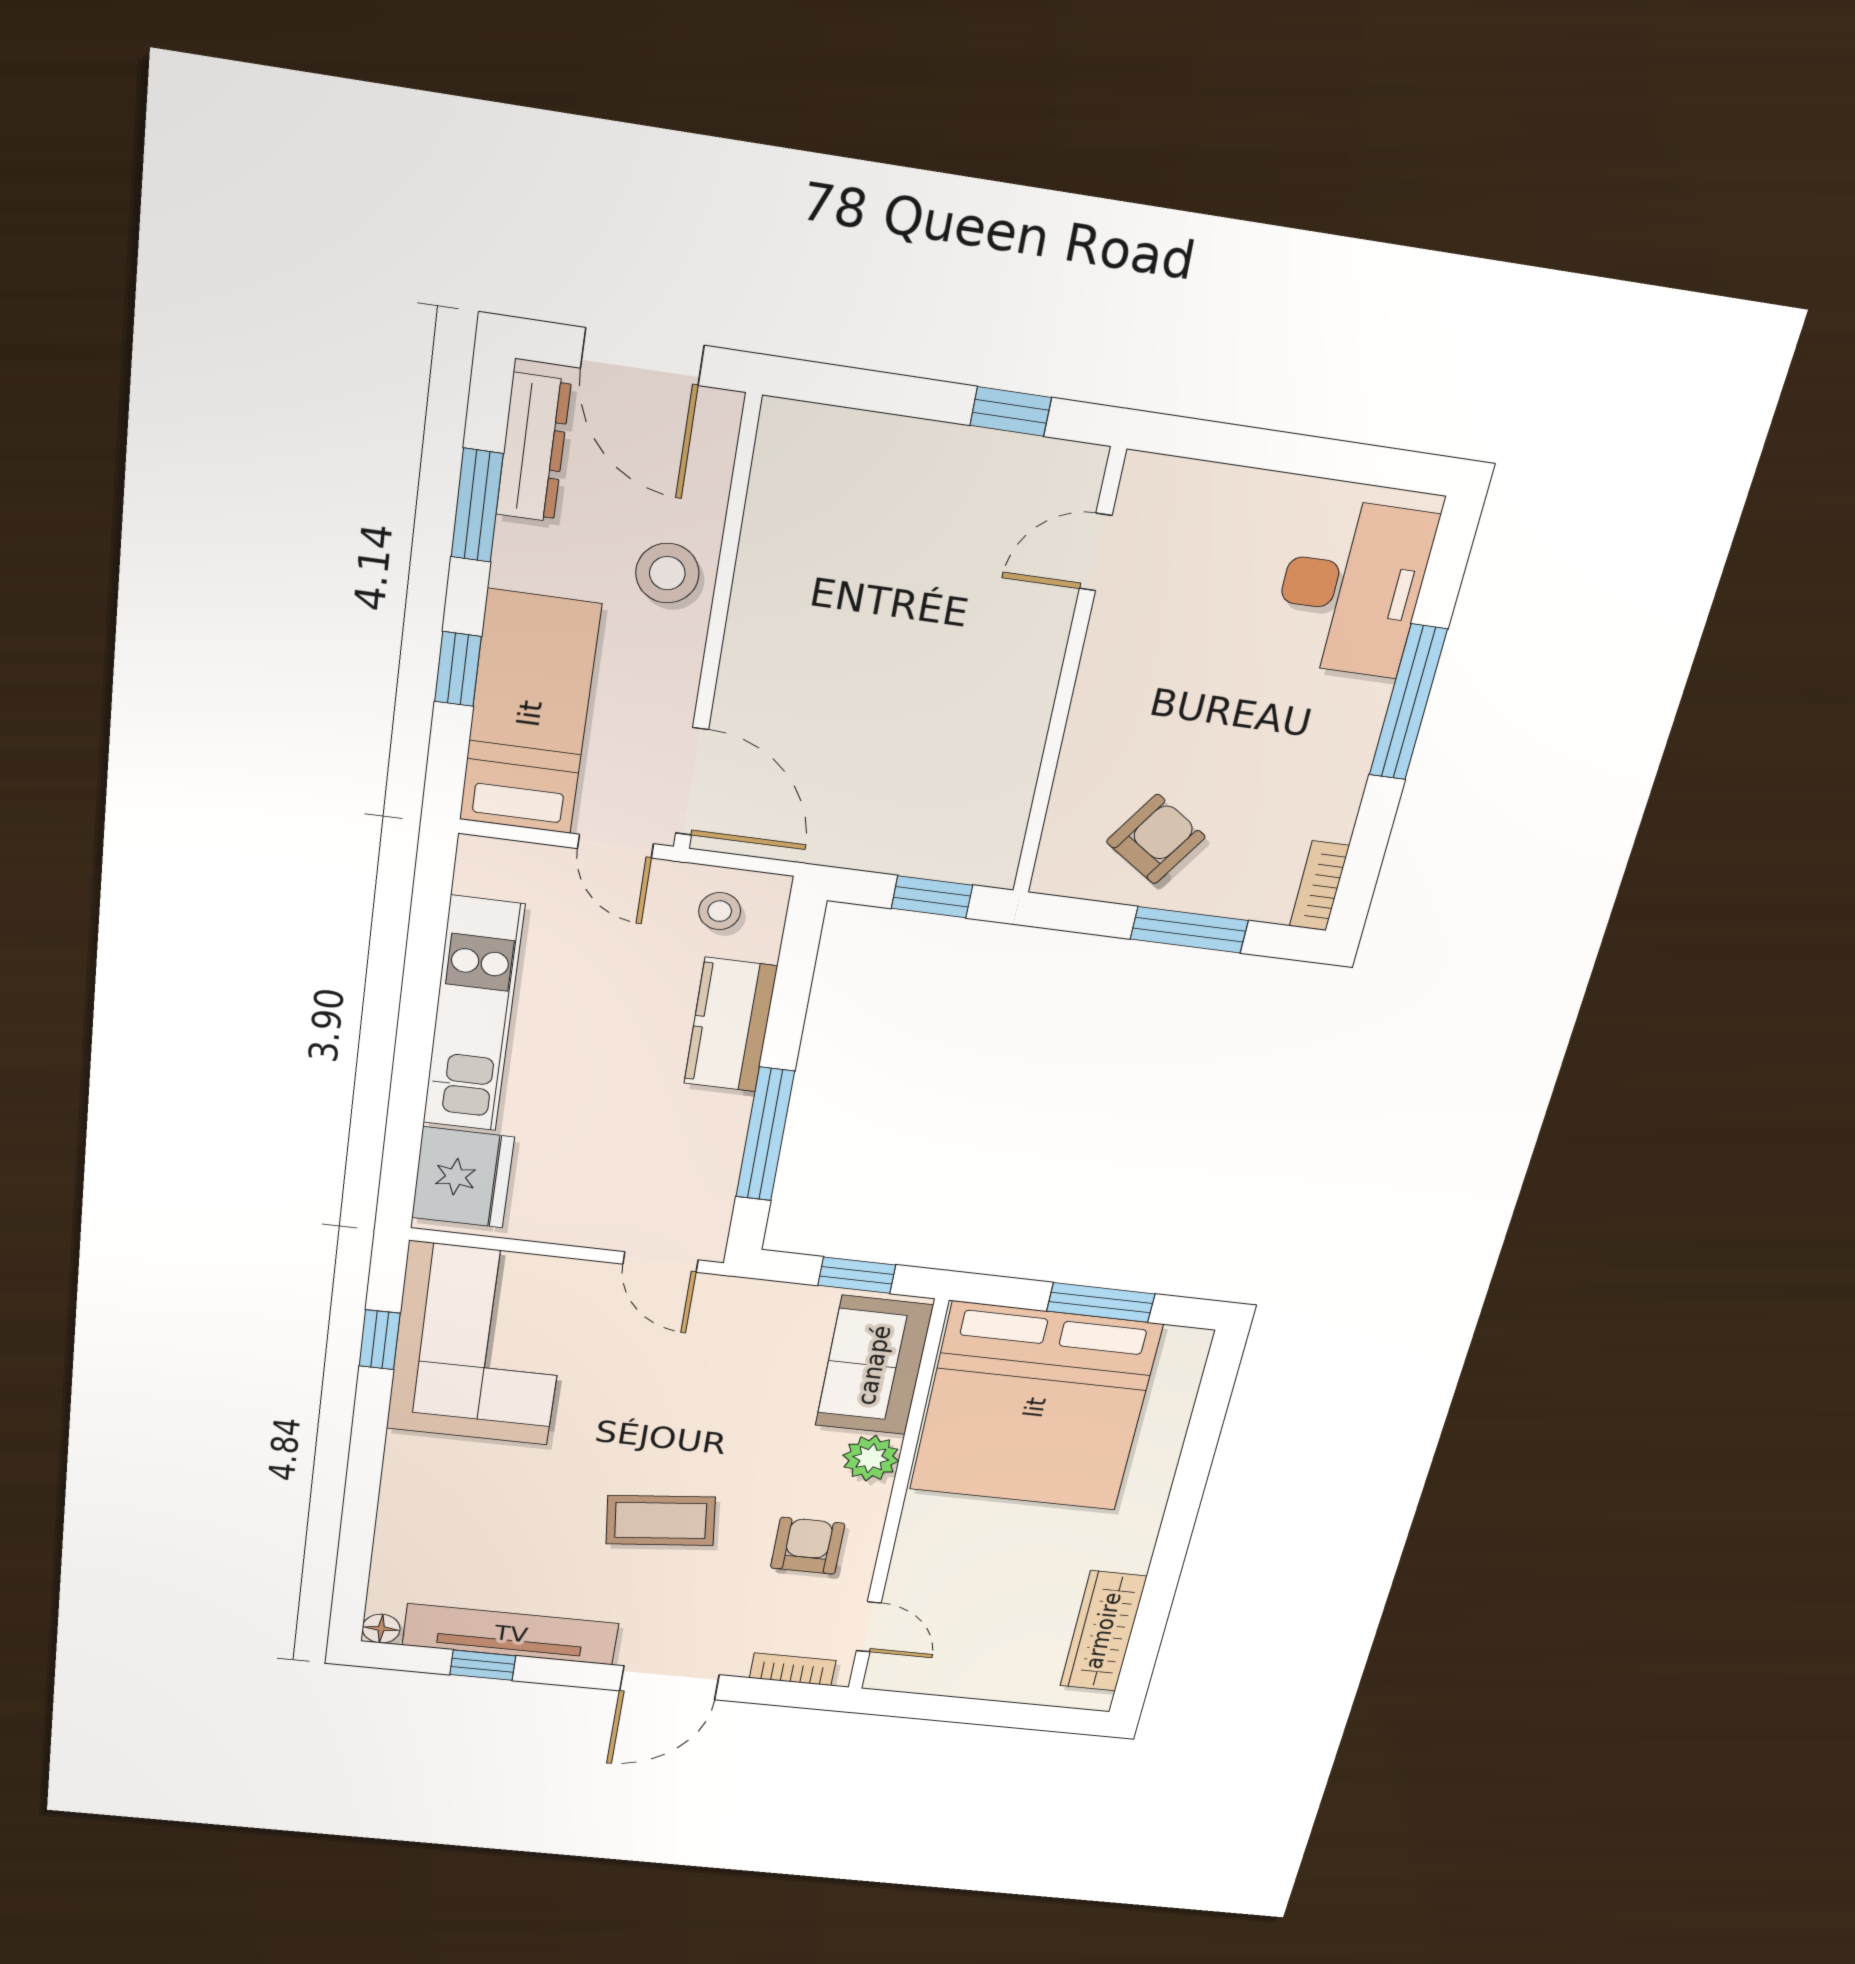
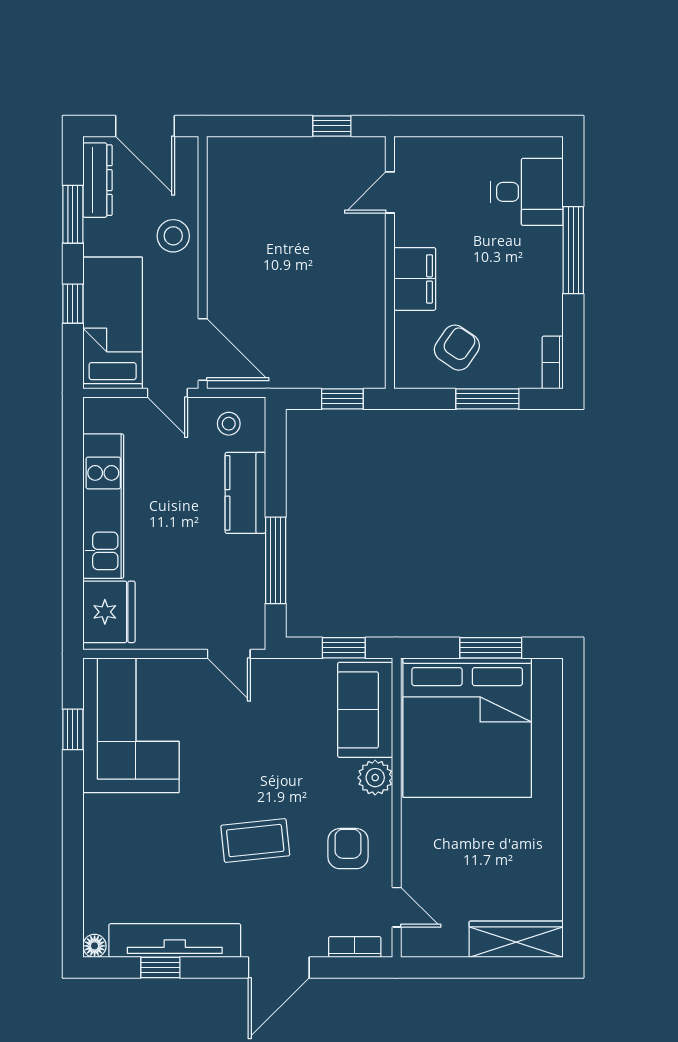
desk: (1352, 588) -> (527, 192), width x0.73
filing cabinet: (1107, 713) -> (415, 279), added
wardrobe: (1103, 1631) -> (516, 939), moved, turned 90

